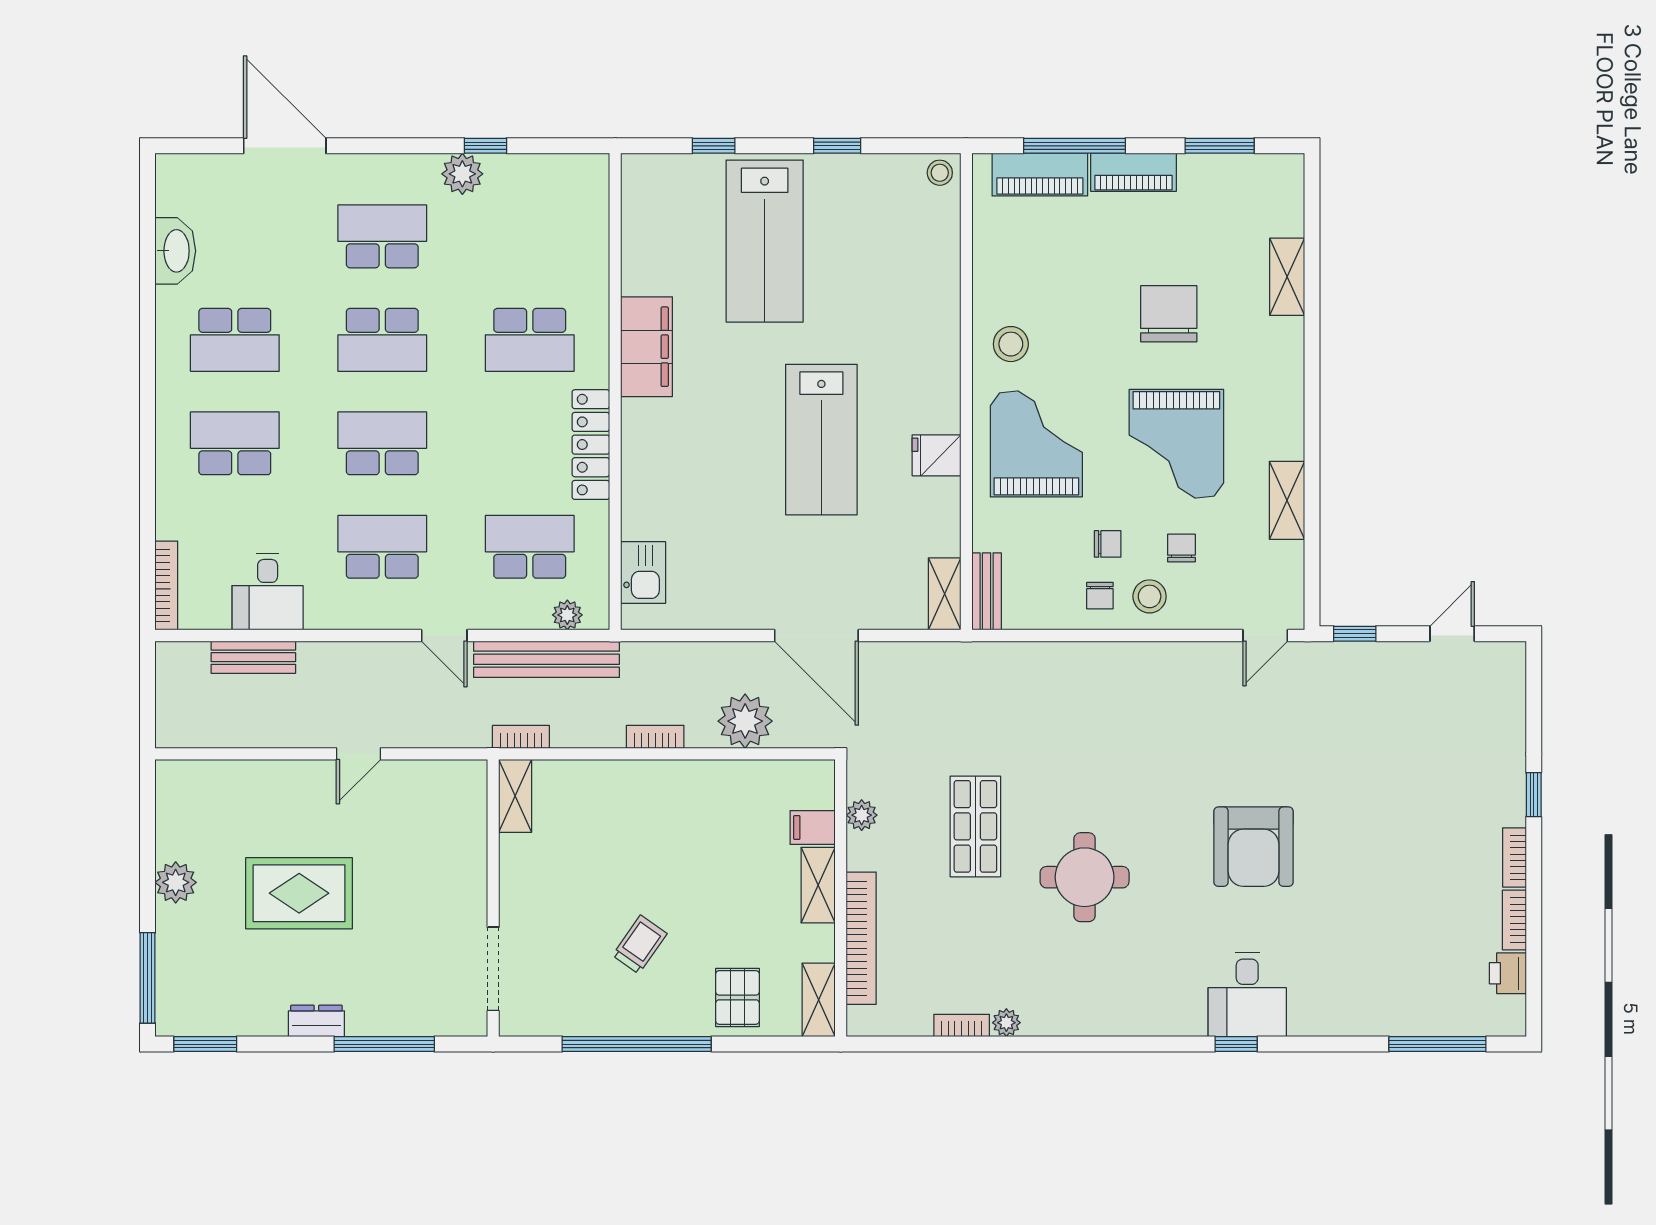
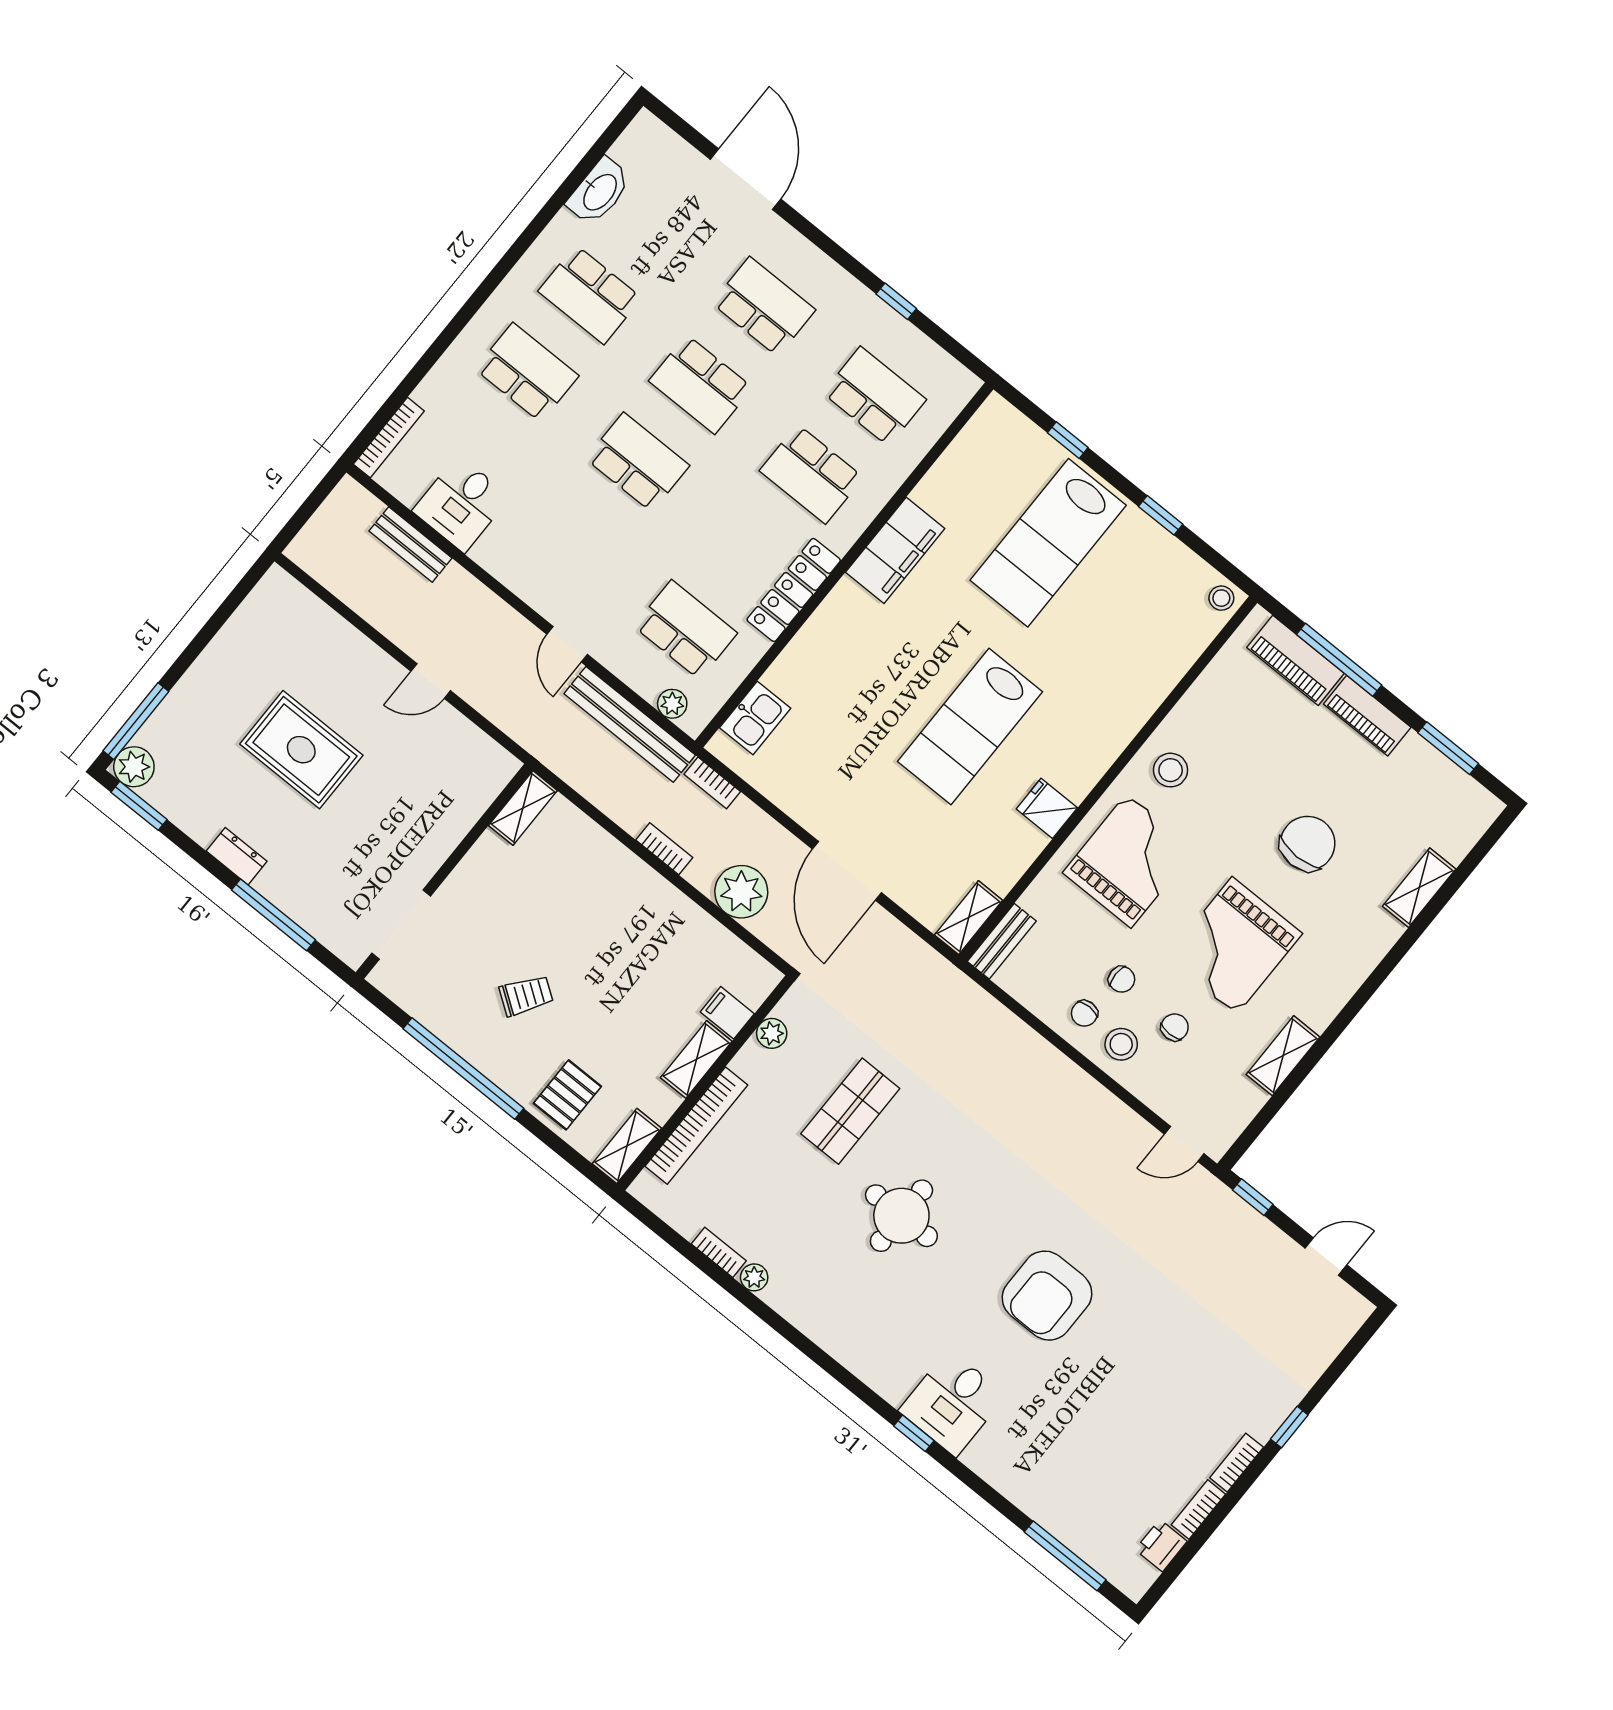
plant: (462, 174) -> (862, 308), removed
school desk: (382, 547) -> (874, 396), moved
bookcase: (521, 737) -> (712, 783), moved, turned 180
plant: (176, 882) -> (134, 767), moved

